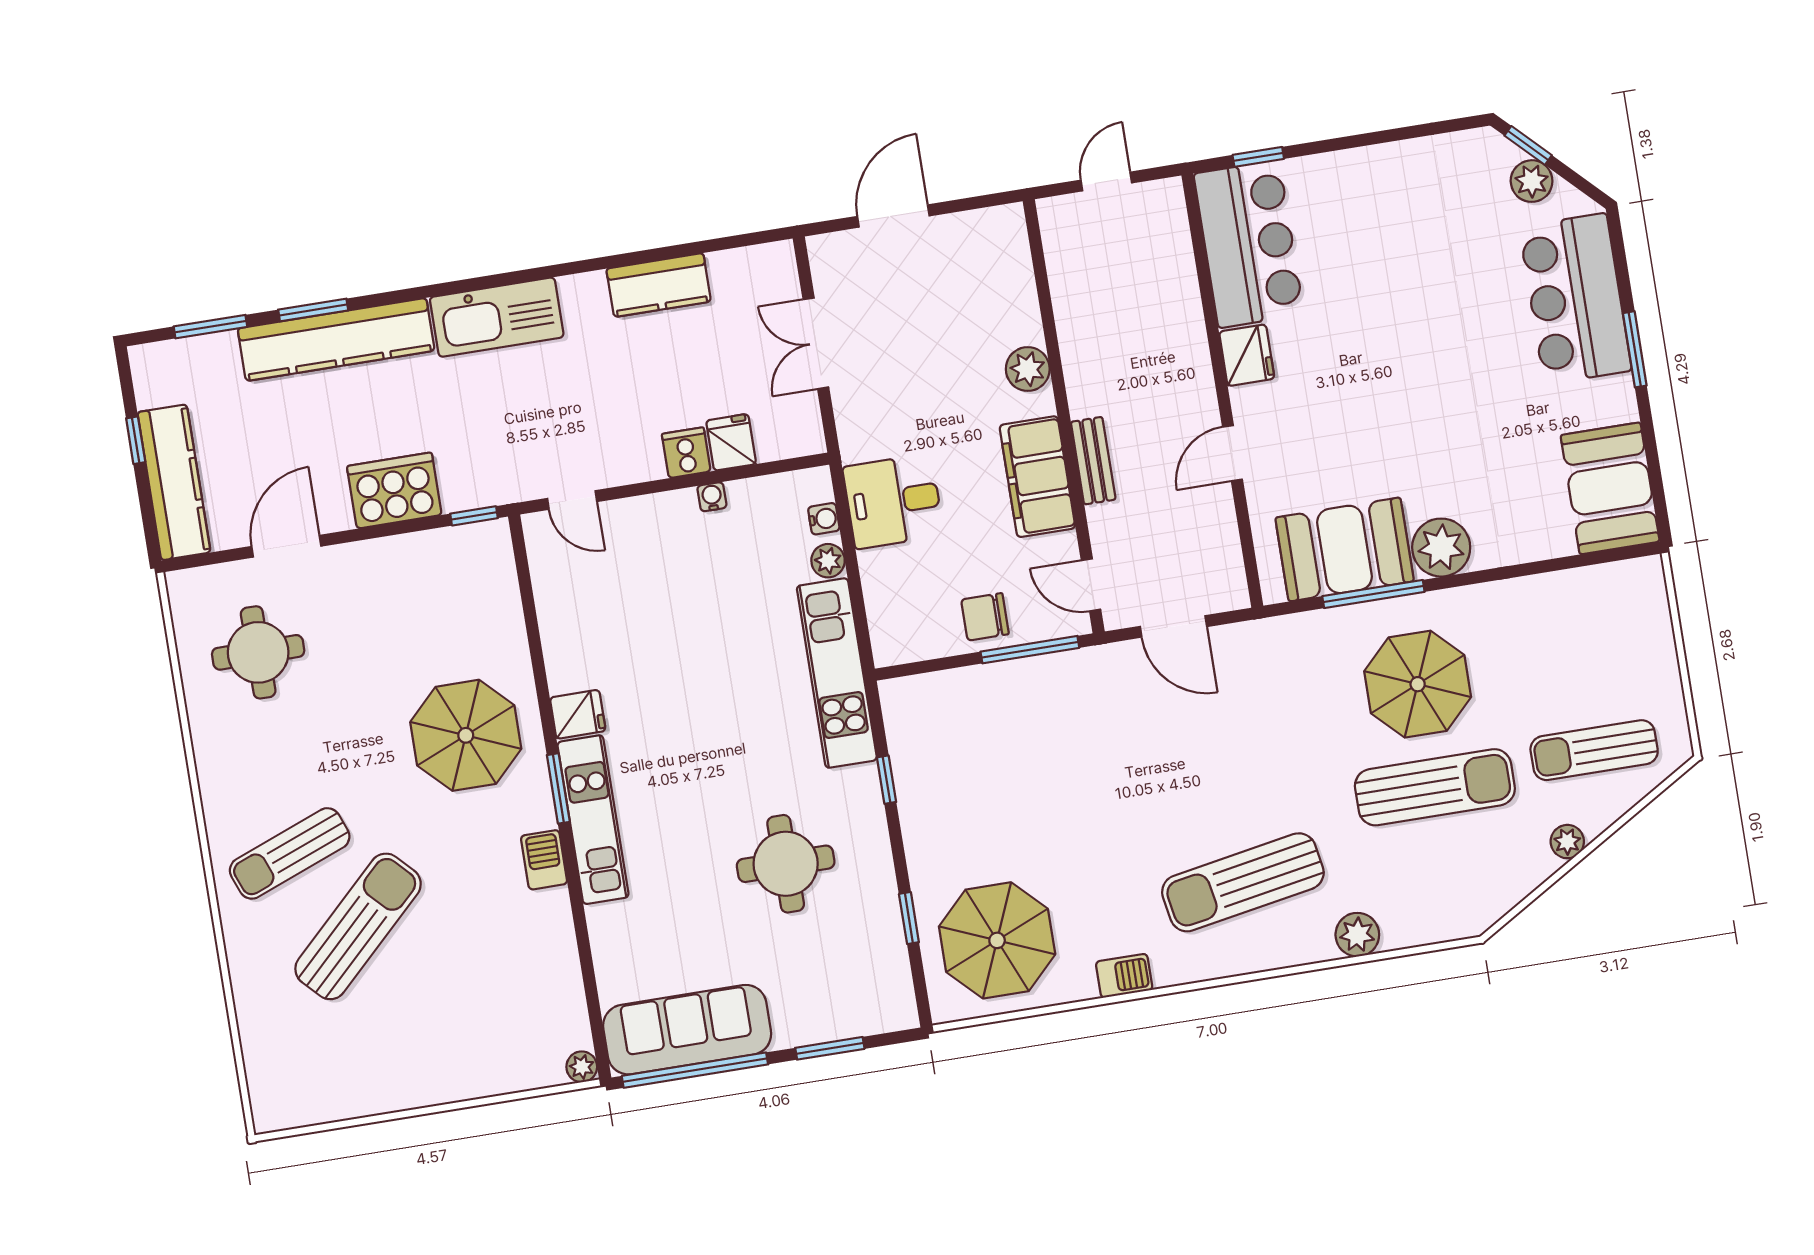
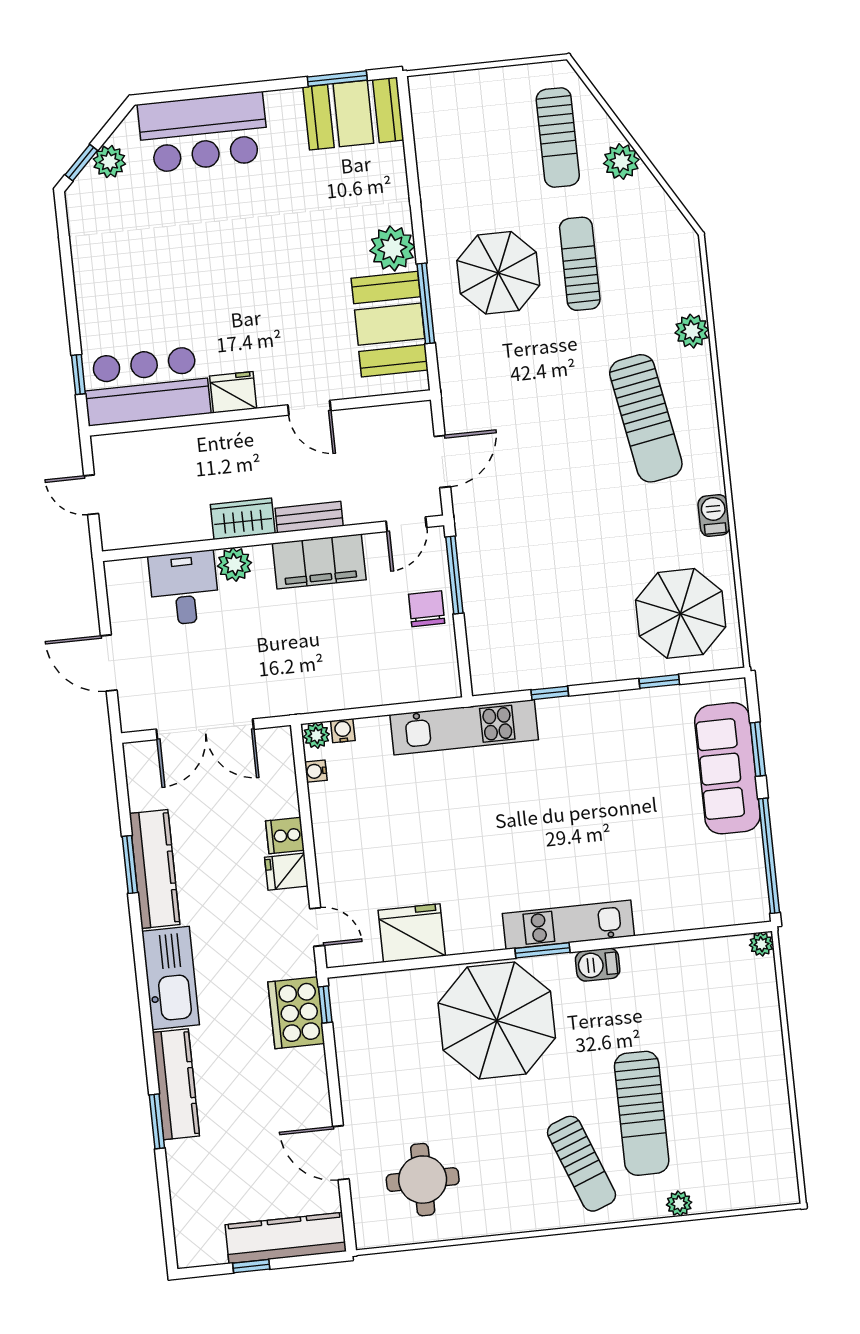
kitchen counter: (659, 285) -> (155, 869), width x1.50
window: (210, 327) -> (130, 864), moved
kitchen counter: (336, 340) -> (176, 1084), width x0.72, depth x0.86
double door: (816, 343) -> (205, 729), width x1.37
window: (1635, 349) -> (337, 78), moved
wardrobe: (1086, 376) -> (243, 519), added
fridge: (731, 442) -> (286, 872), moved
cooker: (394, 491) -> (296, 1013), moved
water cooler: (712, 497) -> (316, 771), moved
door: (572, 500) -> (317, 927), hinge flipped
desk: (893, 501) -> (184, 588), moved, turned 180
plant: (828, 561) -> (316, 735), moved
chair: (985, 617) -> (427, 609), turned 180
fridge: (578, 714) -> (412, 933), moved, width x1.88, depth x1.34
parasol: (466, 735) -> (497, 1021), width x1.36, depth x1.36
sun lounger: (1435, 787) -> (580, 264), width x0.73, depth x0.75
plant: (1567, 842) -> (621, 162), width x1.38, depth x1.38
round table: (786, 864) -> (611, 776), removed
sun lounger: (358, 926) -> (642, 1113), turned -136
plant: (246, 981) -> (679, 1204), added
sofa: (687, 1030) -> (727, 768), moved

